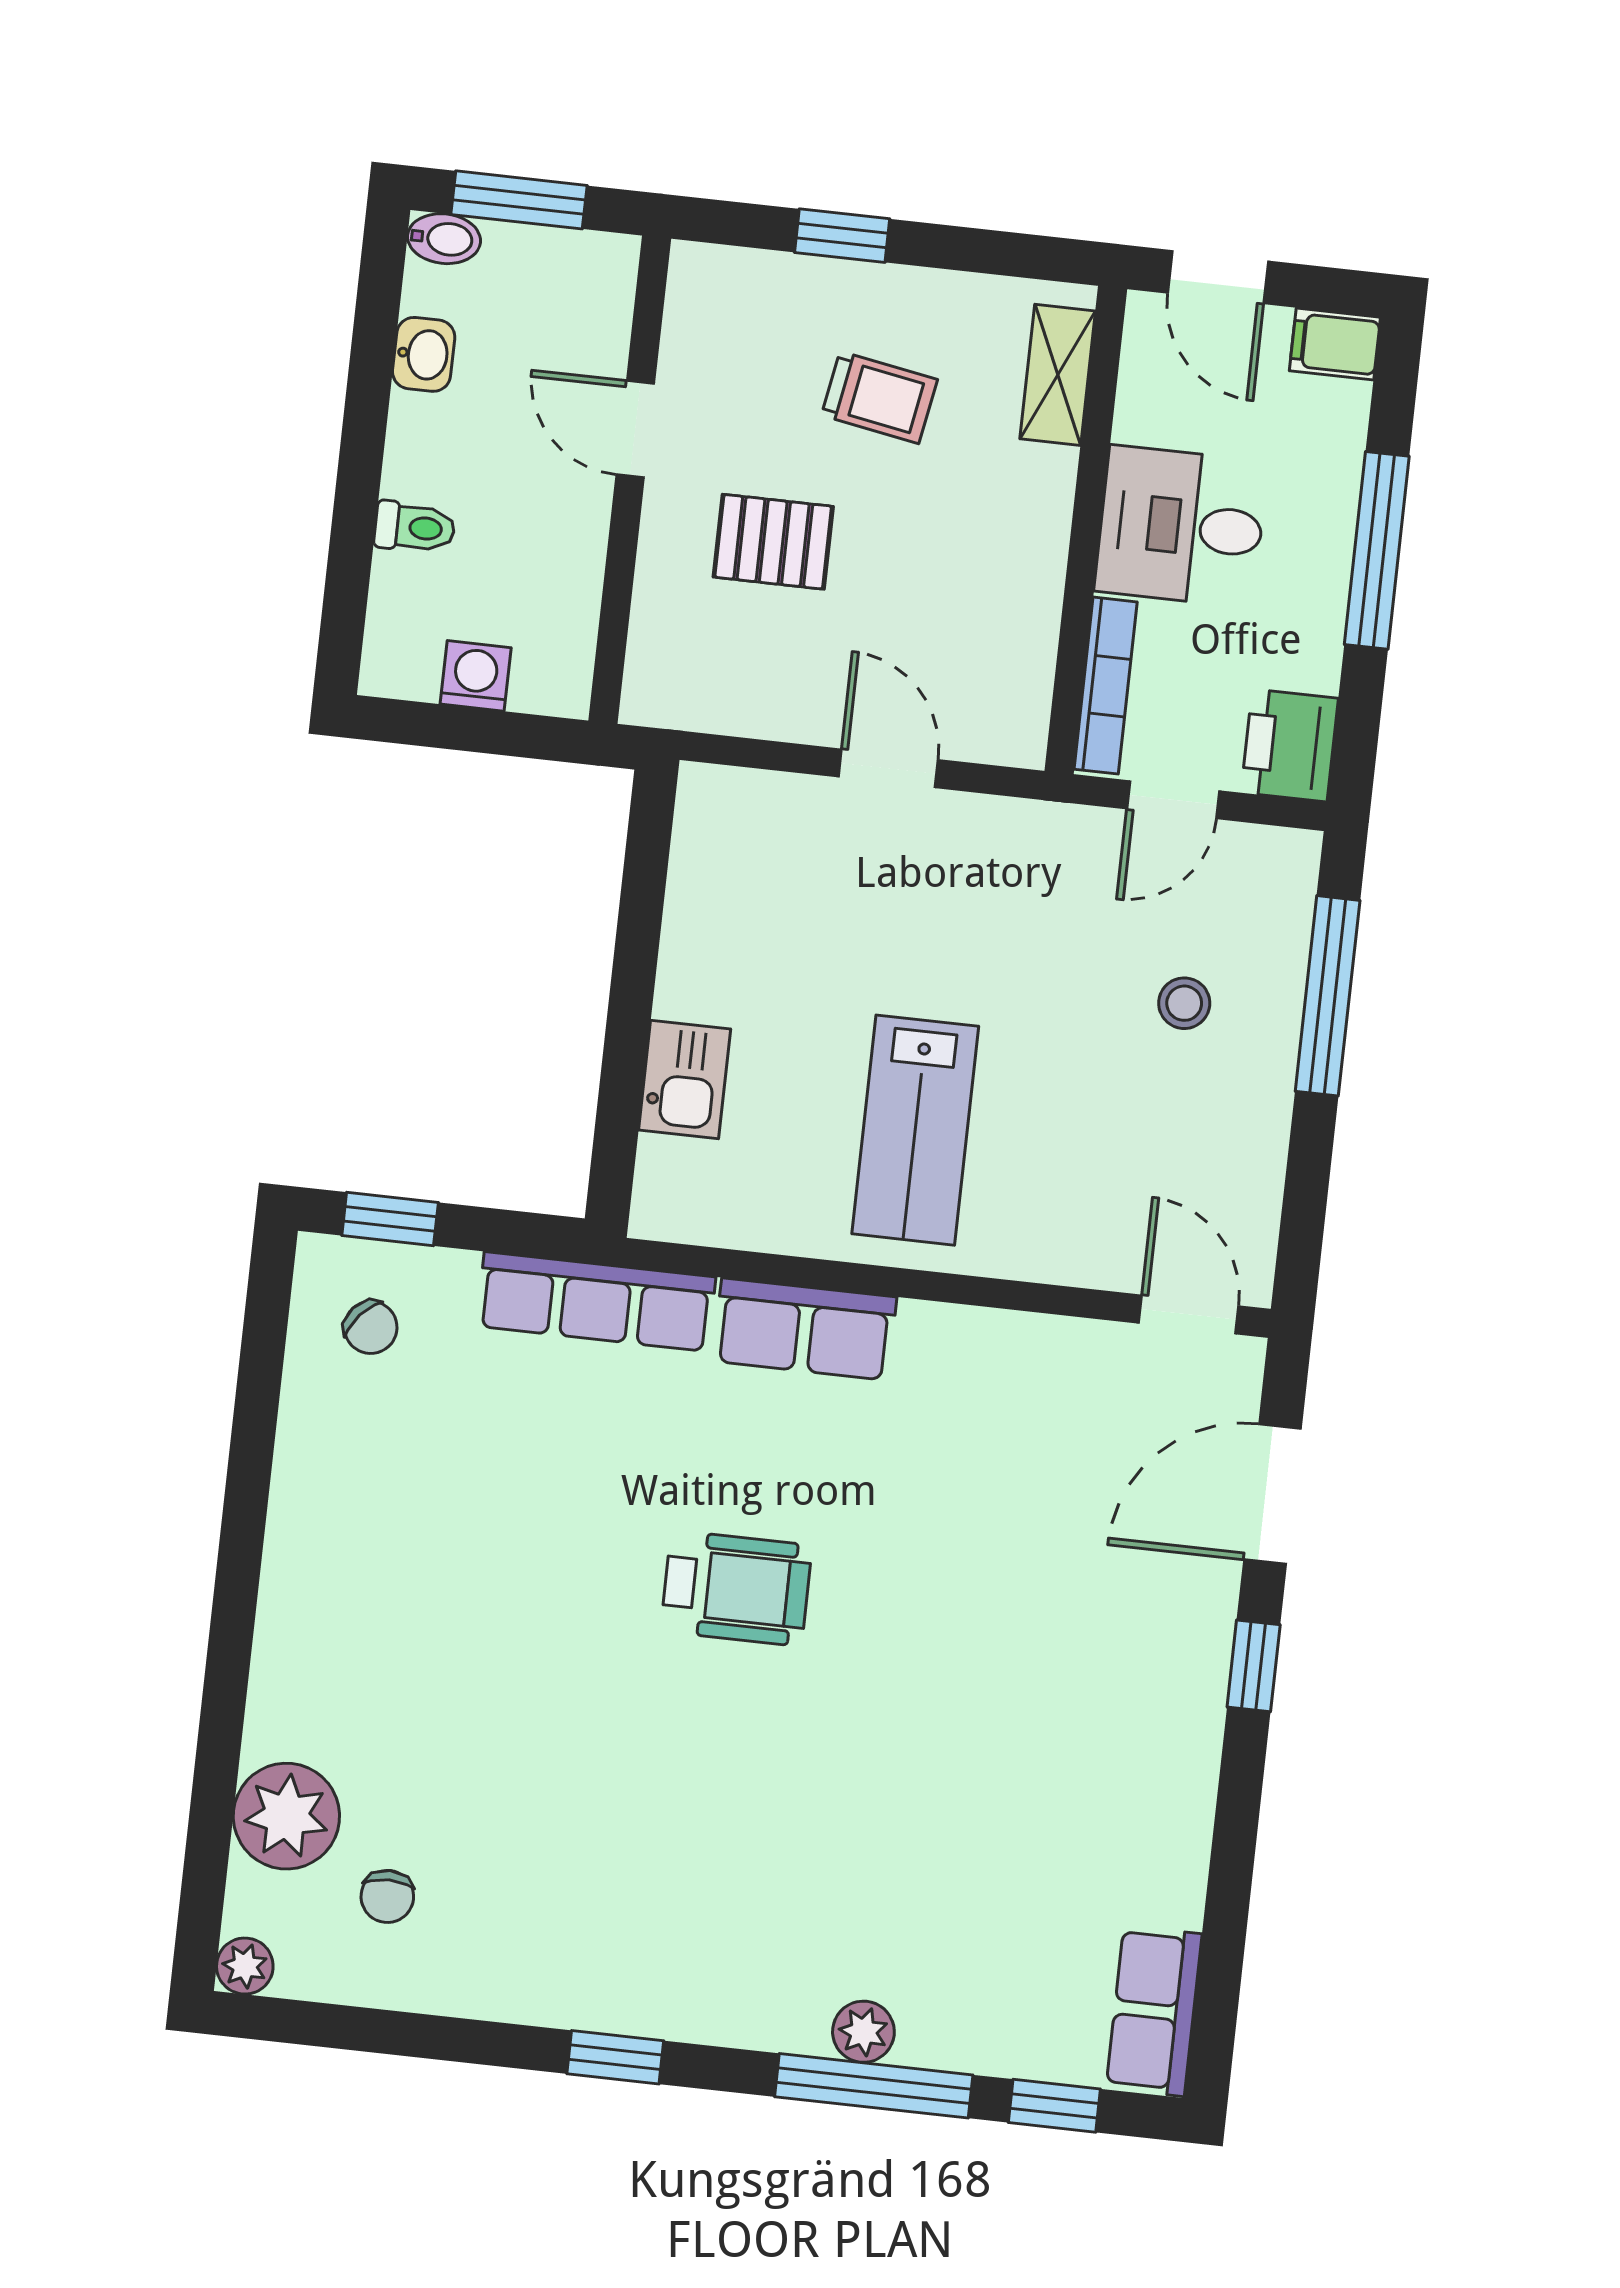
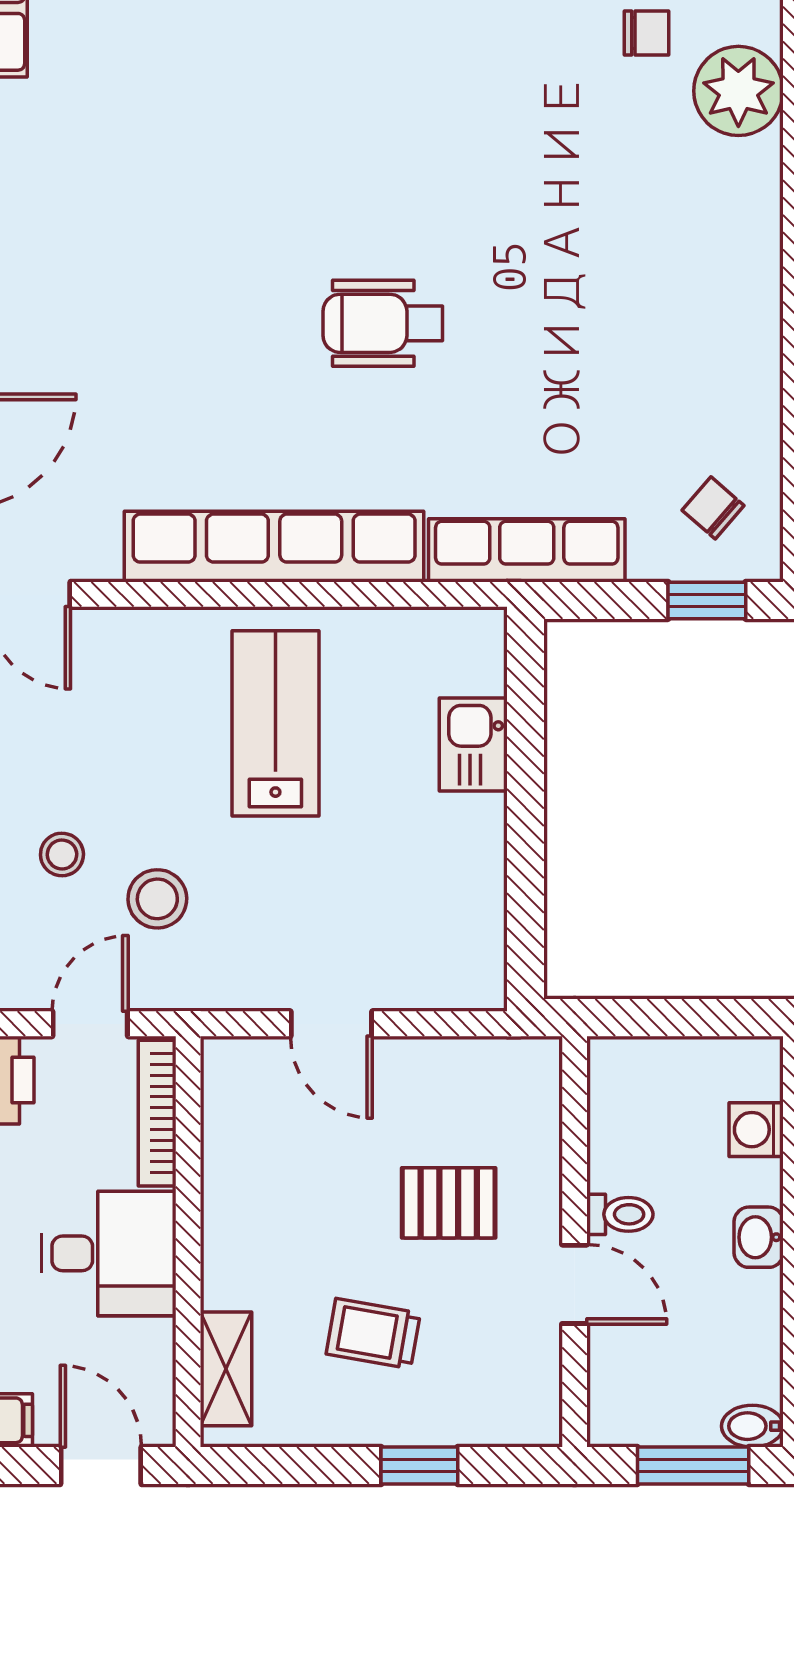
washbasin: (424, 354) -> (759, 1237), moved
toilet: (415, 527) -> (620, 1214), moved, turned 180
washing machine: (476, 676) -> (756, 1130), moved, turned 90
stool: (1077, 938) -> (157, 899), added
row of seats: (805, 1329) -> (274, 547), width x2.02
chair: (387, 1896) -> (647, 33), turned 90

